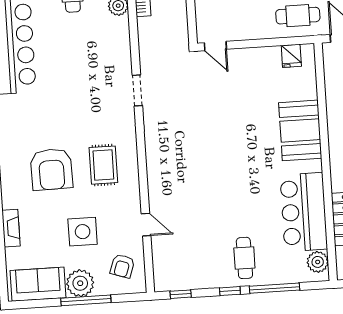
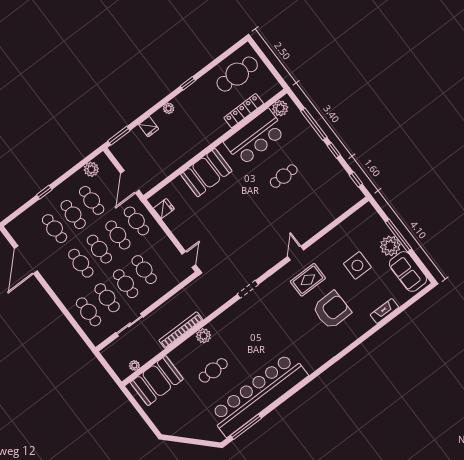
door: (146, 225) -> (296, 253), moved
cafe table: (244, 258) -> (284, 176), moved
armchair: (122, 266) -> (362, 227), removed

